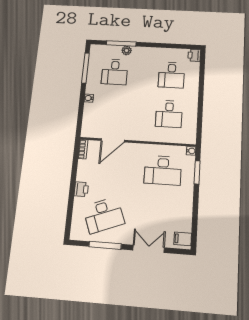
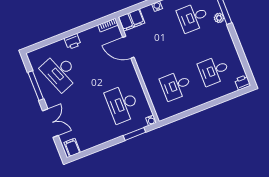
filing cabinet: (89, 126) -> (131, 20), added

